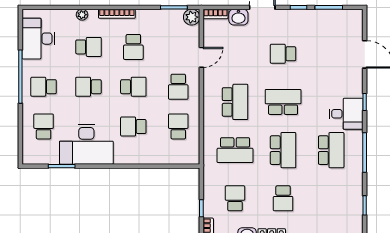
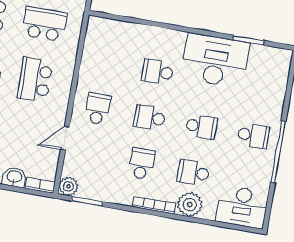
plant: (82, 15) -> (190, 204), width x1.88, depth x1.88
desk: (38, 39) -> (242, 207), moved, turned 90
school desk: (44, 126) -> (261, 90), removed
school desk: (133, 126) -> (158, 72), turned 180
school desk: (178, 126) -> (106, 63), removed

